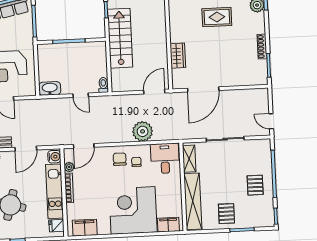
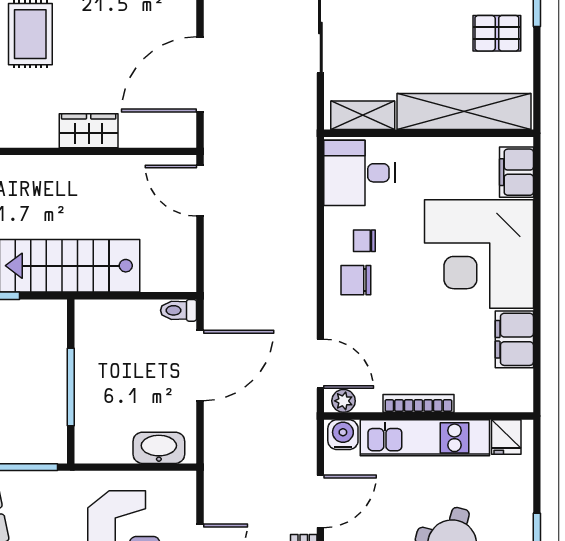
wardrobe: (178, 56) -> (89, 131), moved
washbasin: (50, 88) -> (159, 448), moved, turned 90
door: (203, 89) -> (200, 74), swing flipped
door: (81, 95) -> (200, 366), width x1.88
plant: (143, 131) -> (293, 223), removed
door: (26, 149) -> (320, 501), hinge flipped
plant: (69, 167) -> (344, 401), moved
filing cabinet: (85, 228) -> (514, 339), moved

